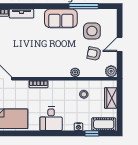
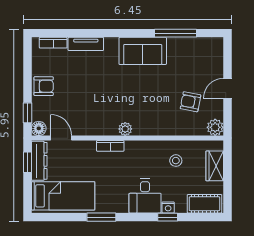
side table: (92, 31) -> (188, 69), removed
plant: (75, 72) -> (125, 129), moved
desk: (51, 119) -> (145, 196), moved
window: (32, 133) -> (101, 217), added
window: (92, 133) -> (168, 217), moved

